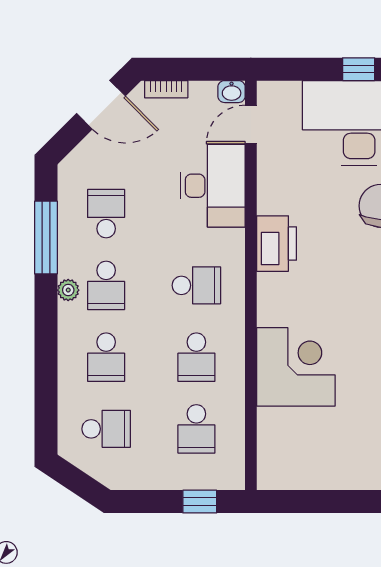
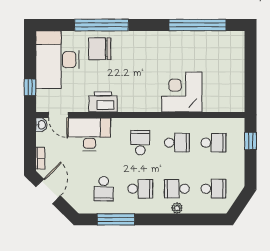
window: (359, 69) -> (30, 87), moved
school desk: (106, 214) -> (104, 189), turned -90
printer: (276, 244) -> (103, 102), moved
plant: (68, 290) -> (177, 208), moved
school desk: (106, 357) -> (177, 189), turned 180
school desk: (106, 429) -> (213, 189), turned 90

